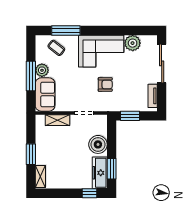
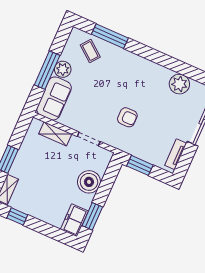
corner sofa: (101, 51) -> (140, 77), removed
freezer: (100, 173) -> (74, 220), width x0.71
window: (89, 193) -> (17, 216), moved

